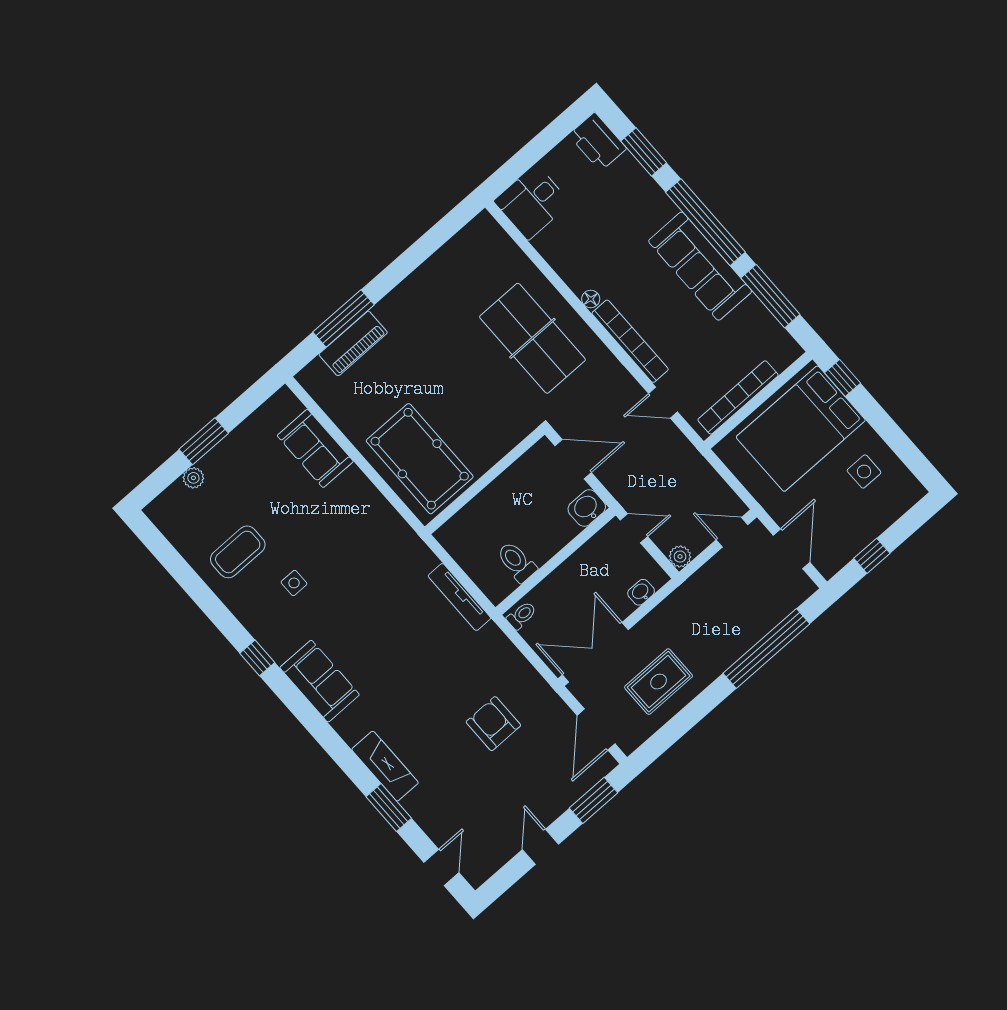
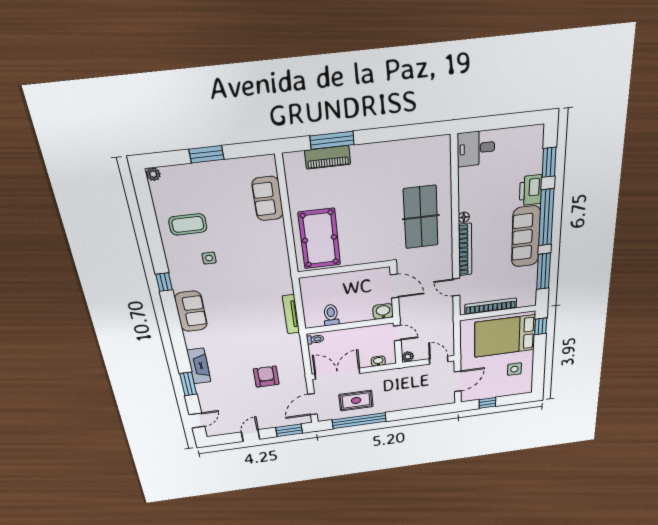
printer: (598, 142) -> (531, 190), moved
plant: (193, 478) -> (153, 174), moved
window: (766, 649) -> (359, 421), moved

